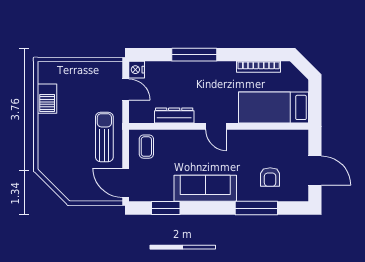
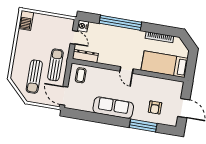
window: (194, 55) -> (120, 23), width x1.46
barbecue: (47, 99) -> (26, 20), moved
dresser: (174, 115) -> (85, 56), moved
sun lounger: (75, 161) -> (34, 77), added
window: (166, 208) -> (86, 116), removed

